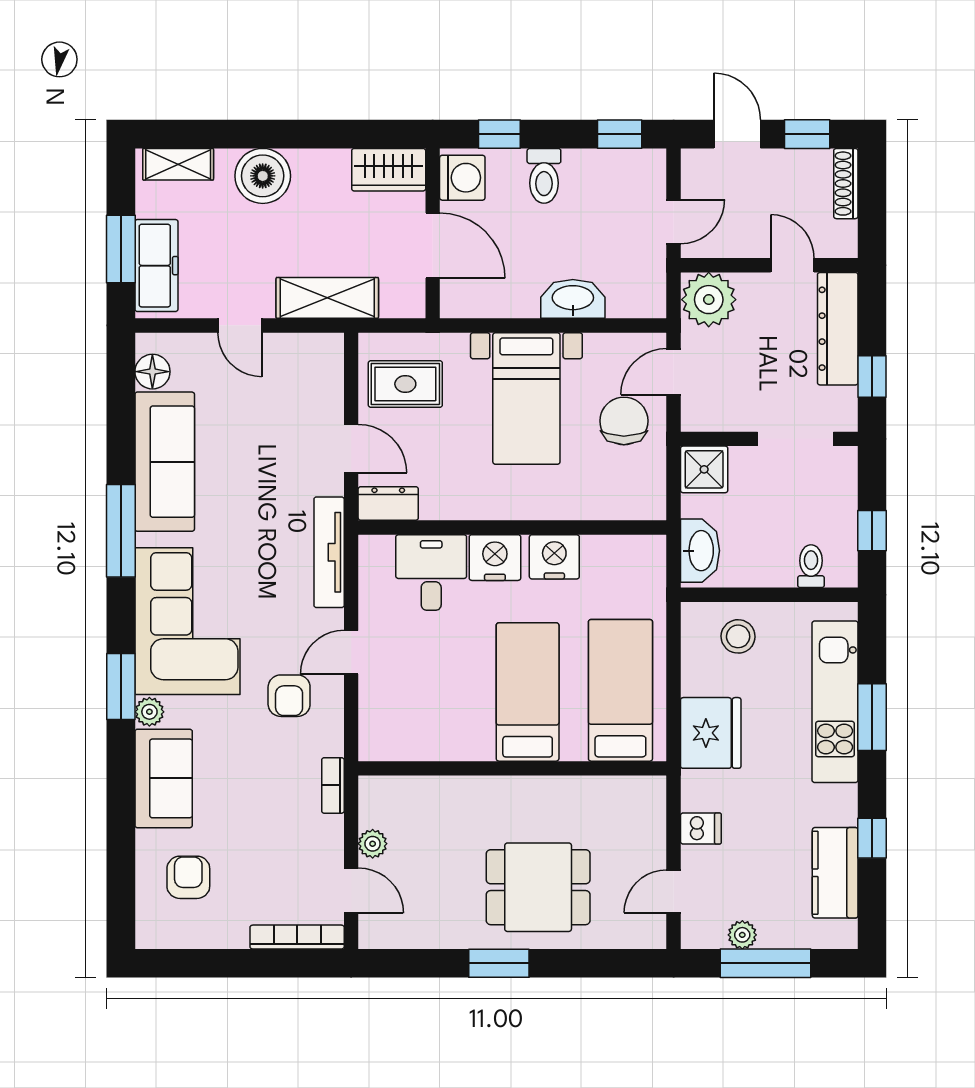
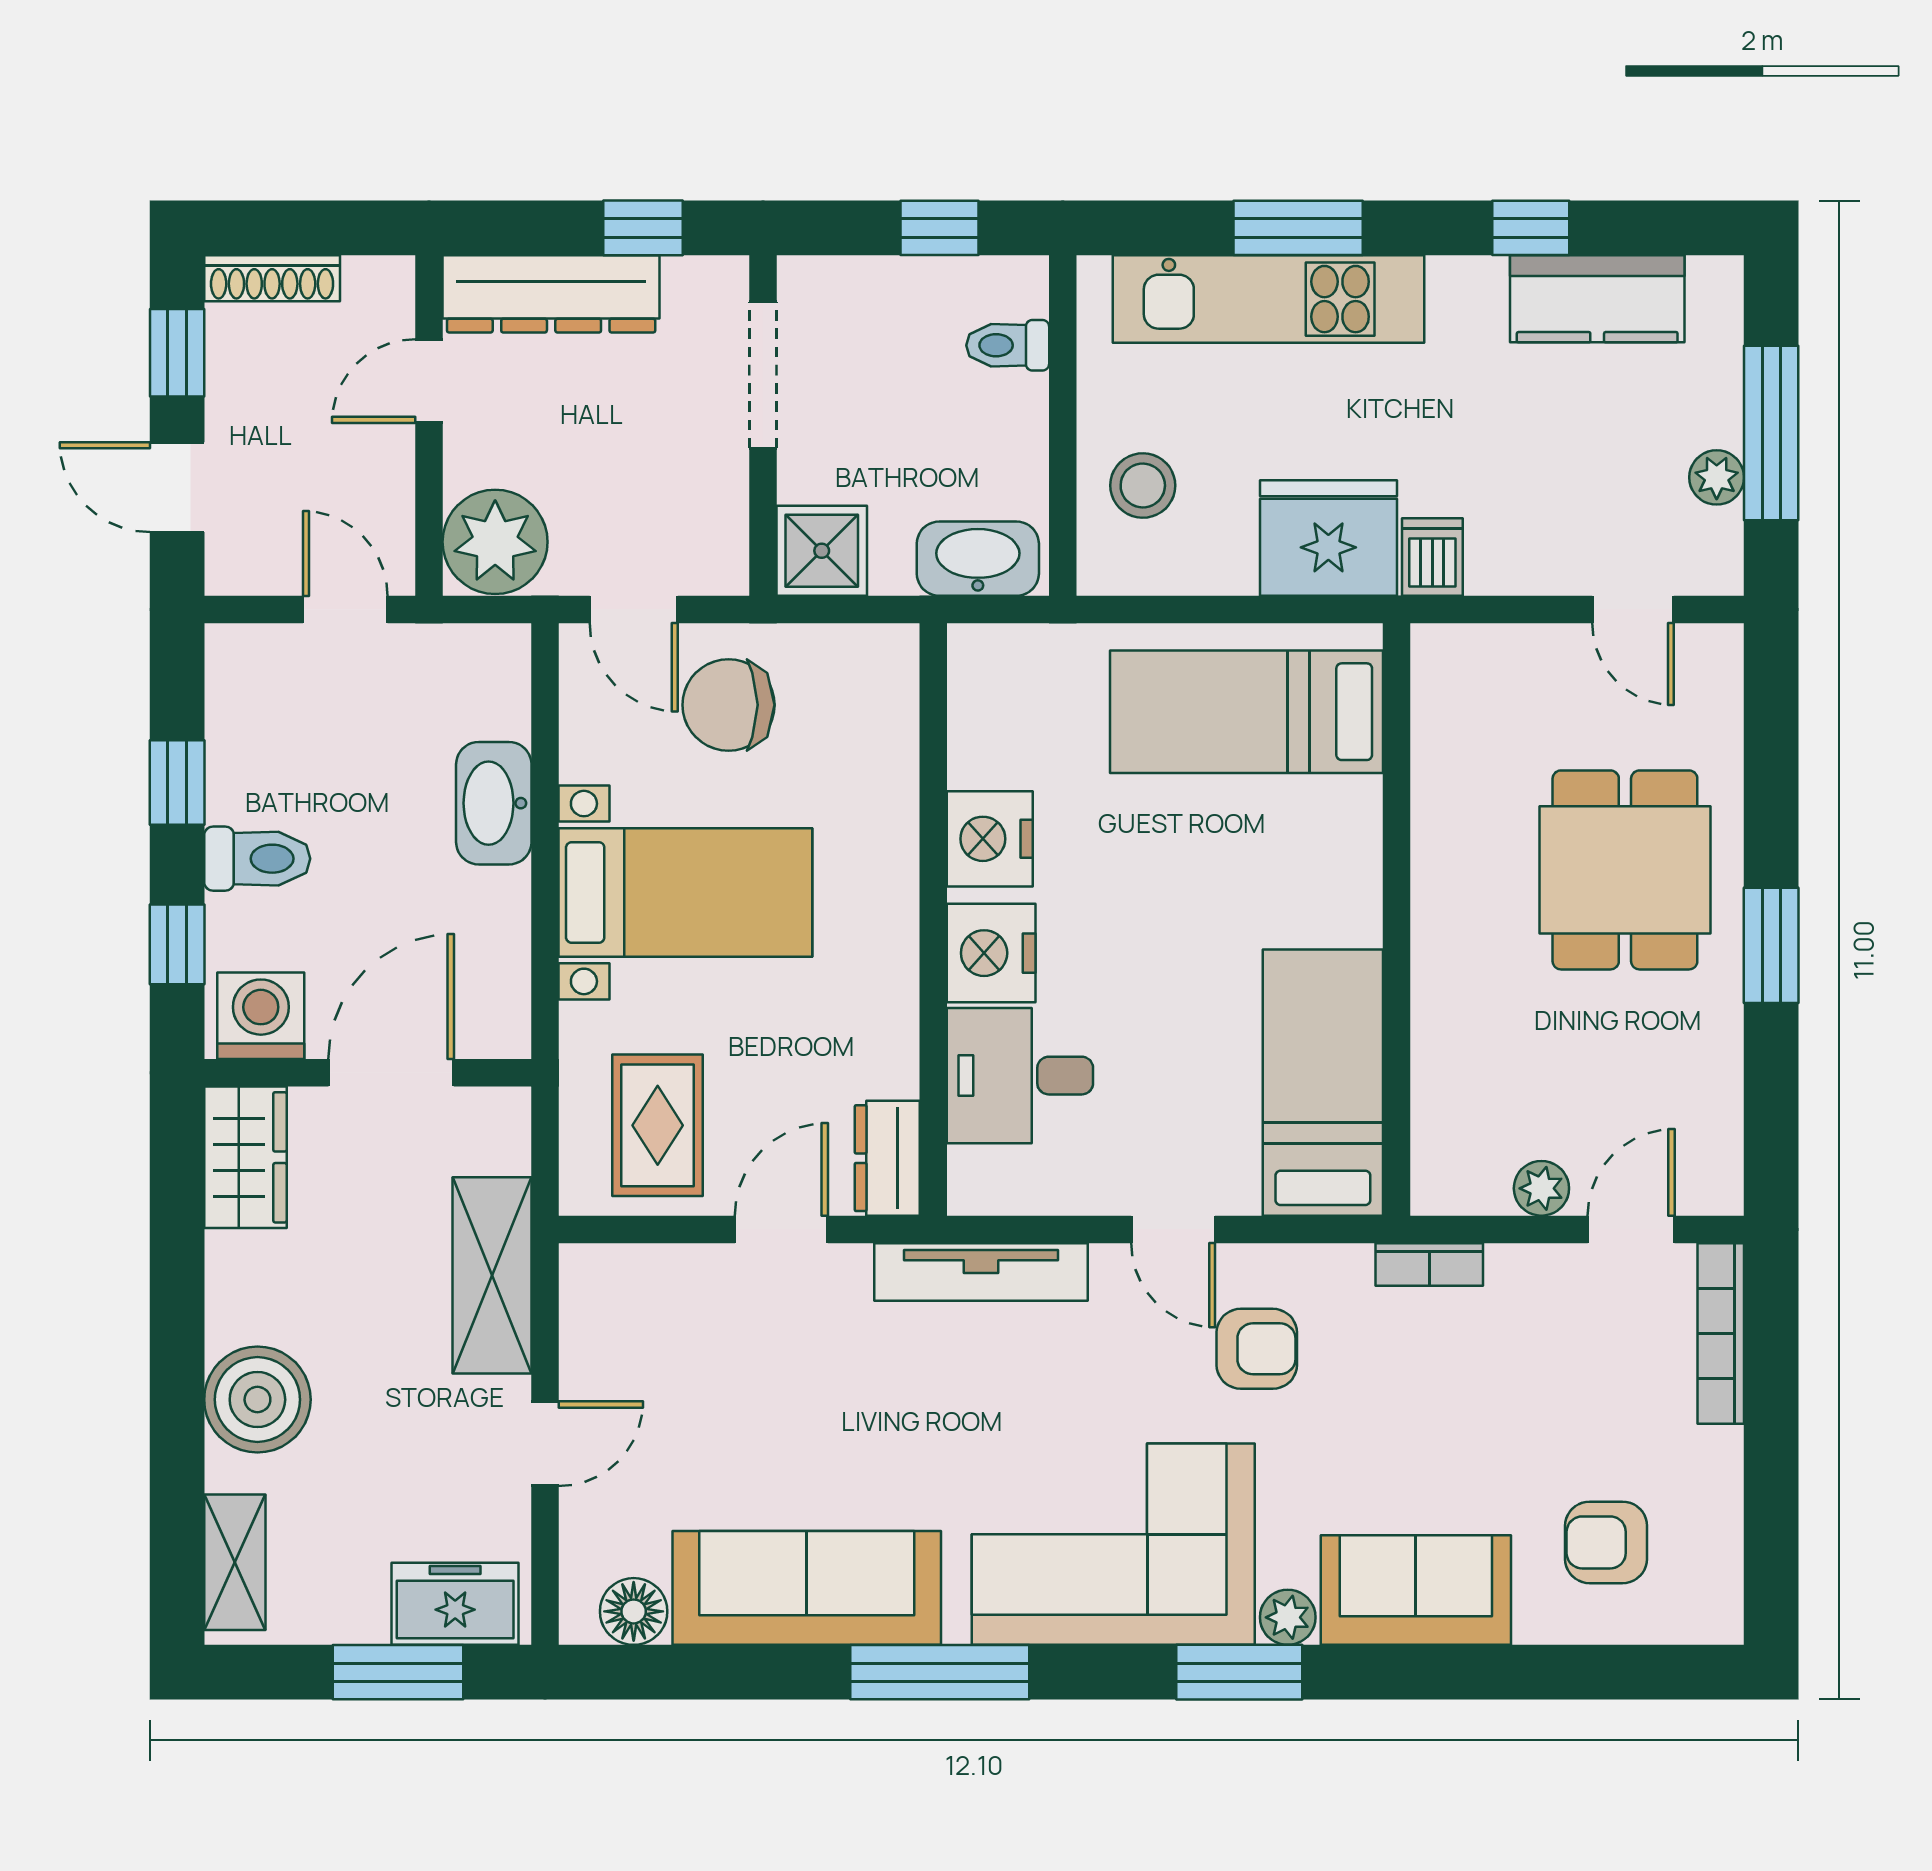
window: (620, 134) -> (177, 783), moved
door: (737, 134) -> (177, 487), hinge flipped
freezer: (156, 266) -> (455, 1604), width x0.71
bed: (528, 692) -> (1323, 1083), moved, turned 90
dishwasher: (701, 828) -> (1432, 557), moved

